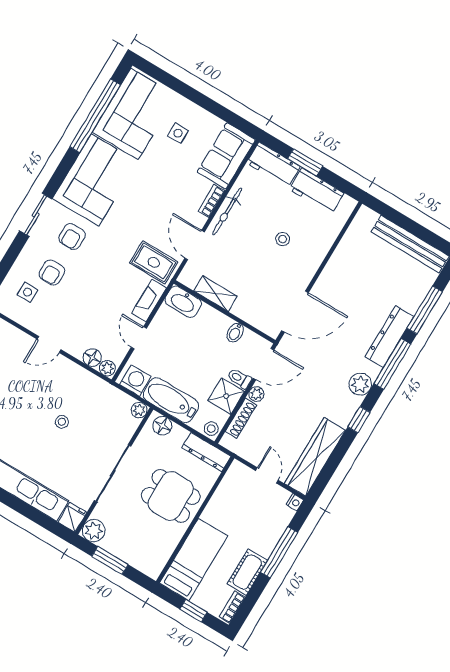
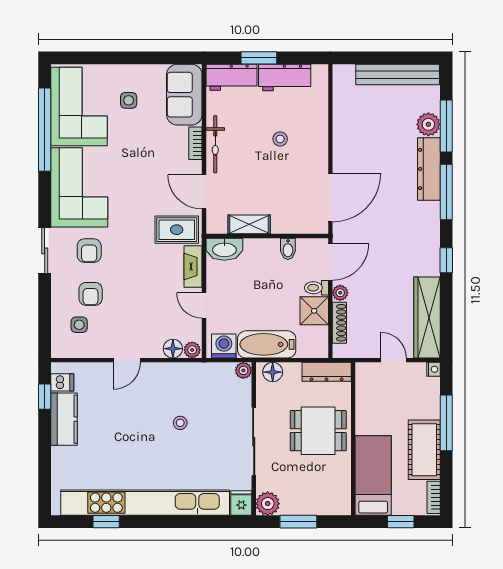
plant: (360, 384) -> (428, 124), moved
stool: (211, 429) -> (318, 348), removed
cot: (247, 572) -> (424, 450), width x1.37, depth x1.34

